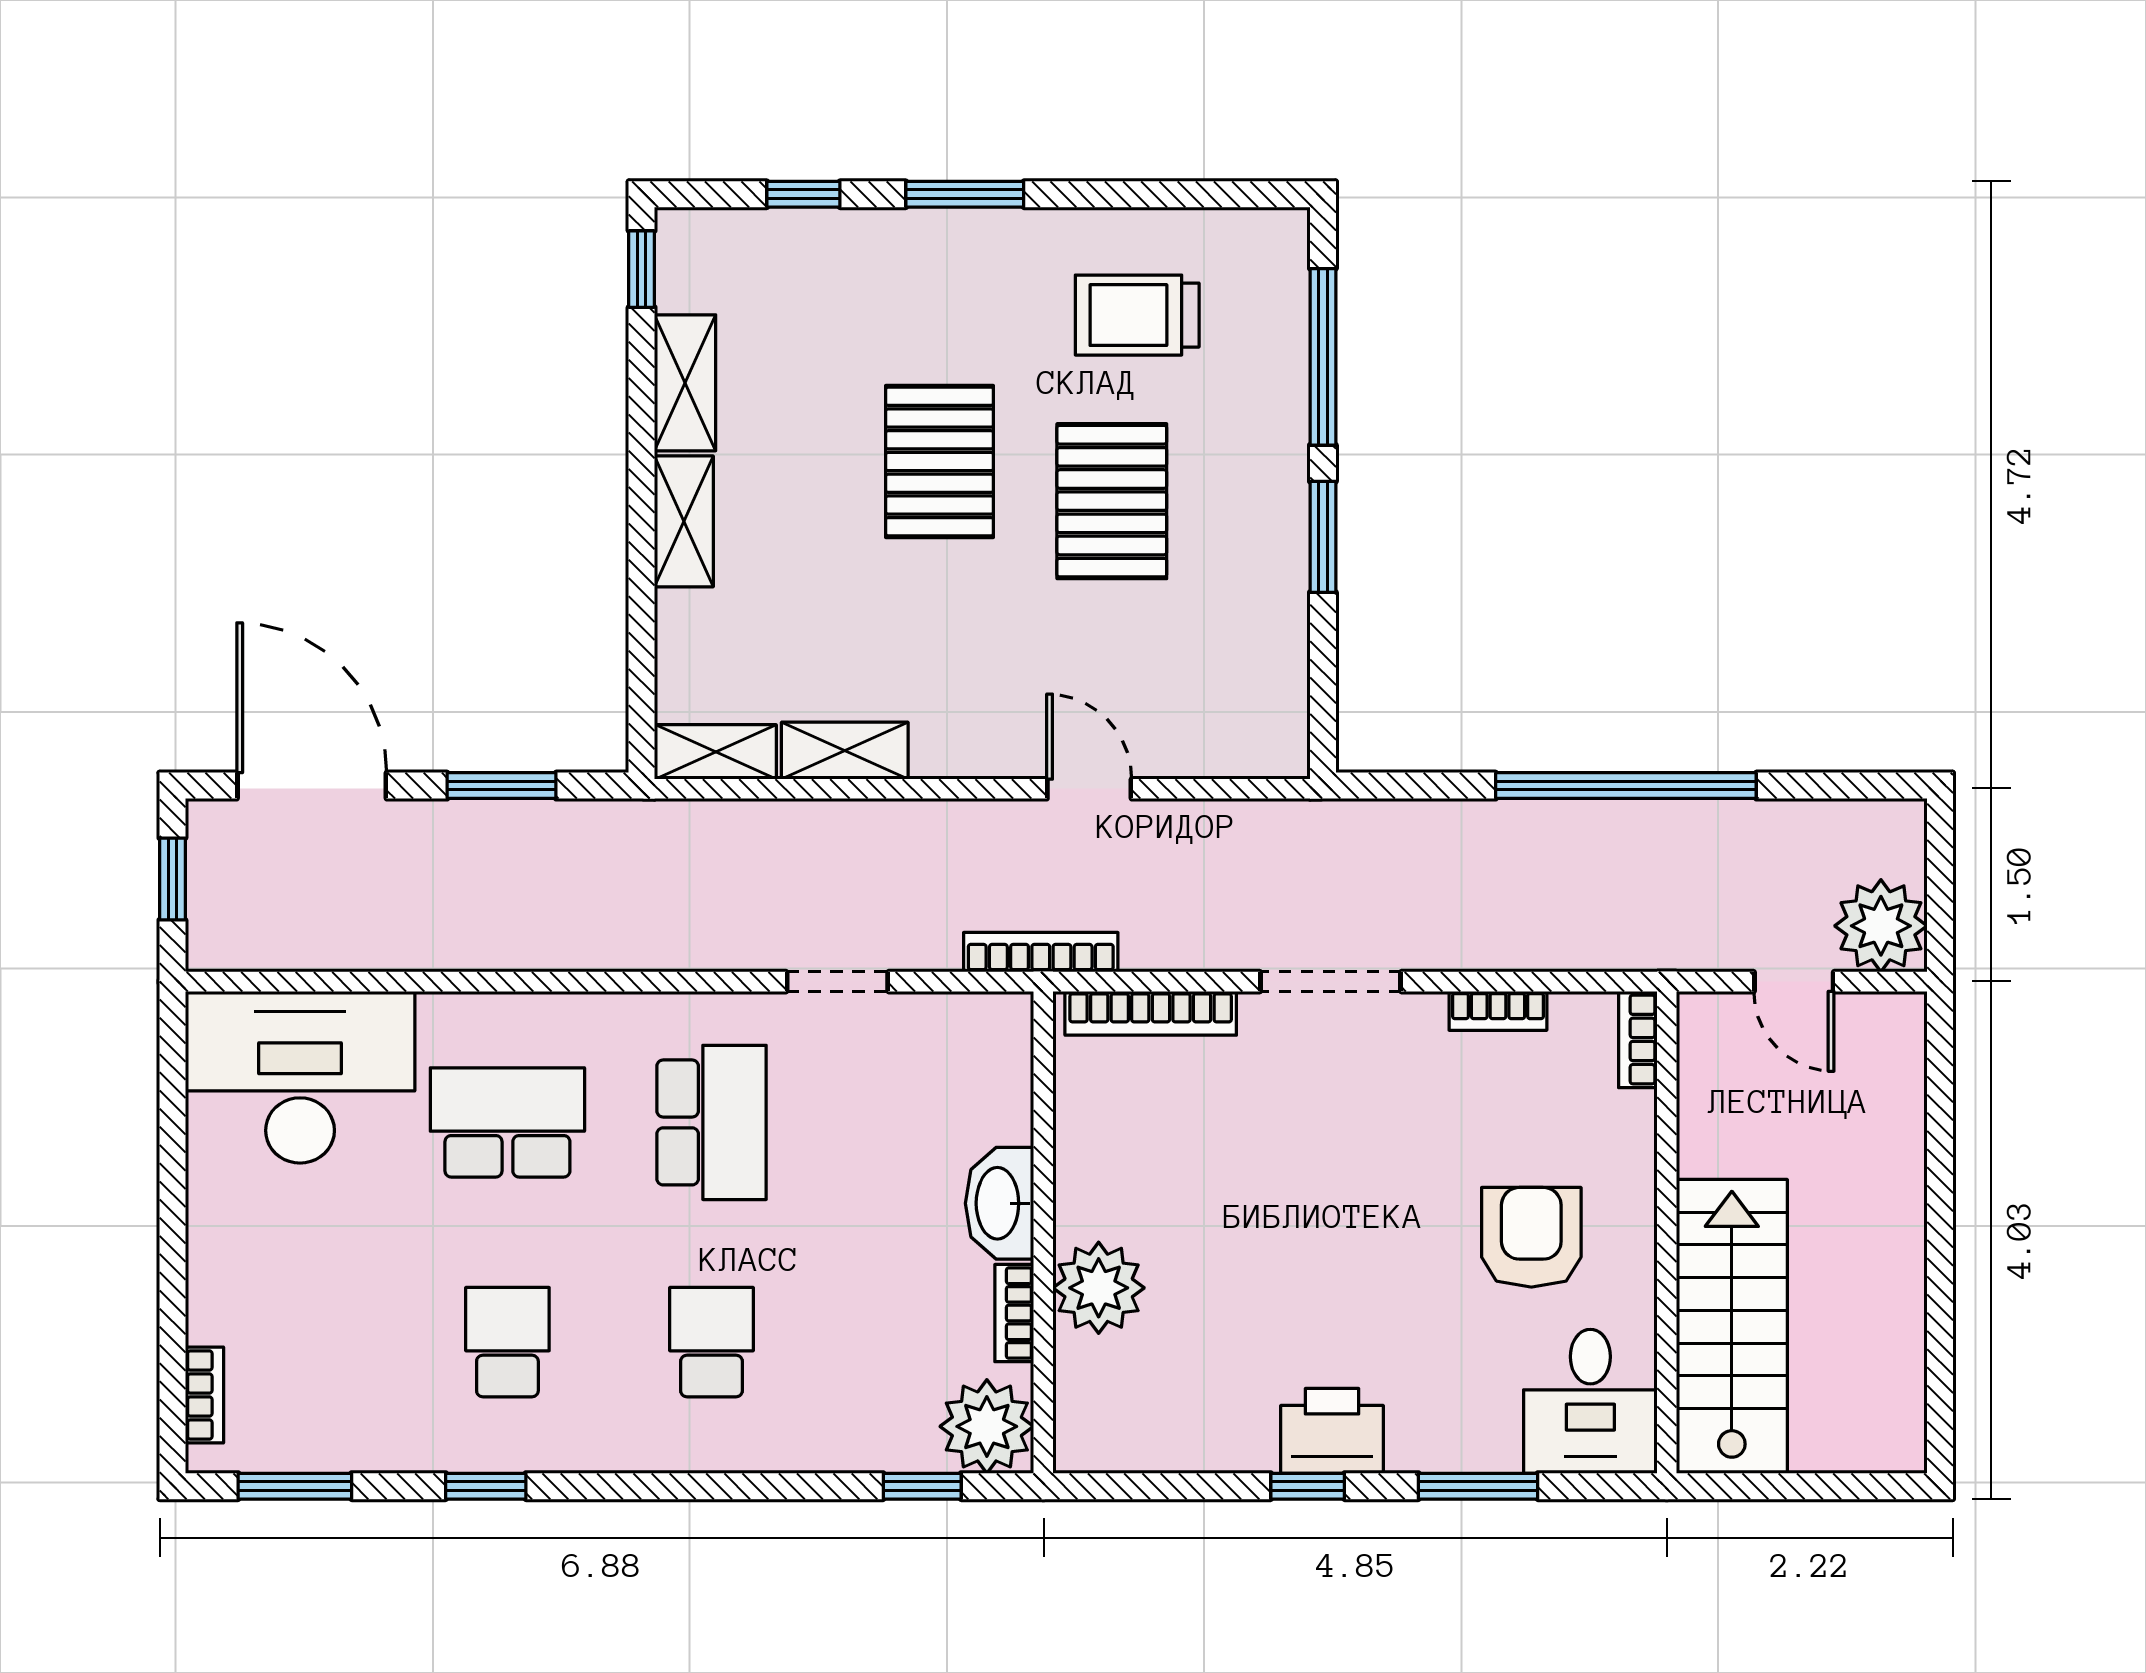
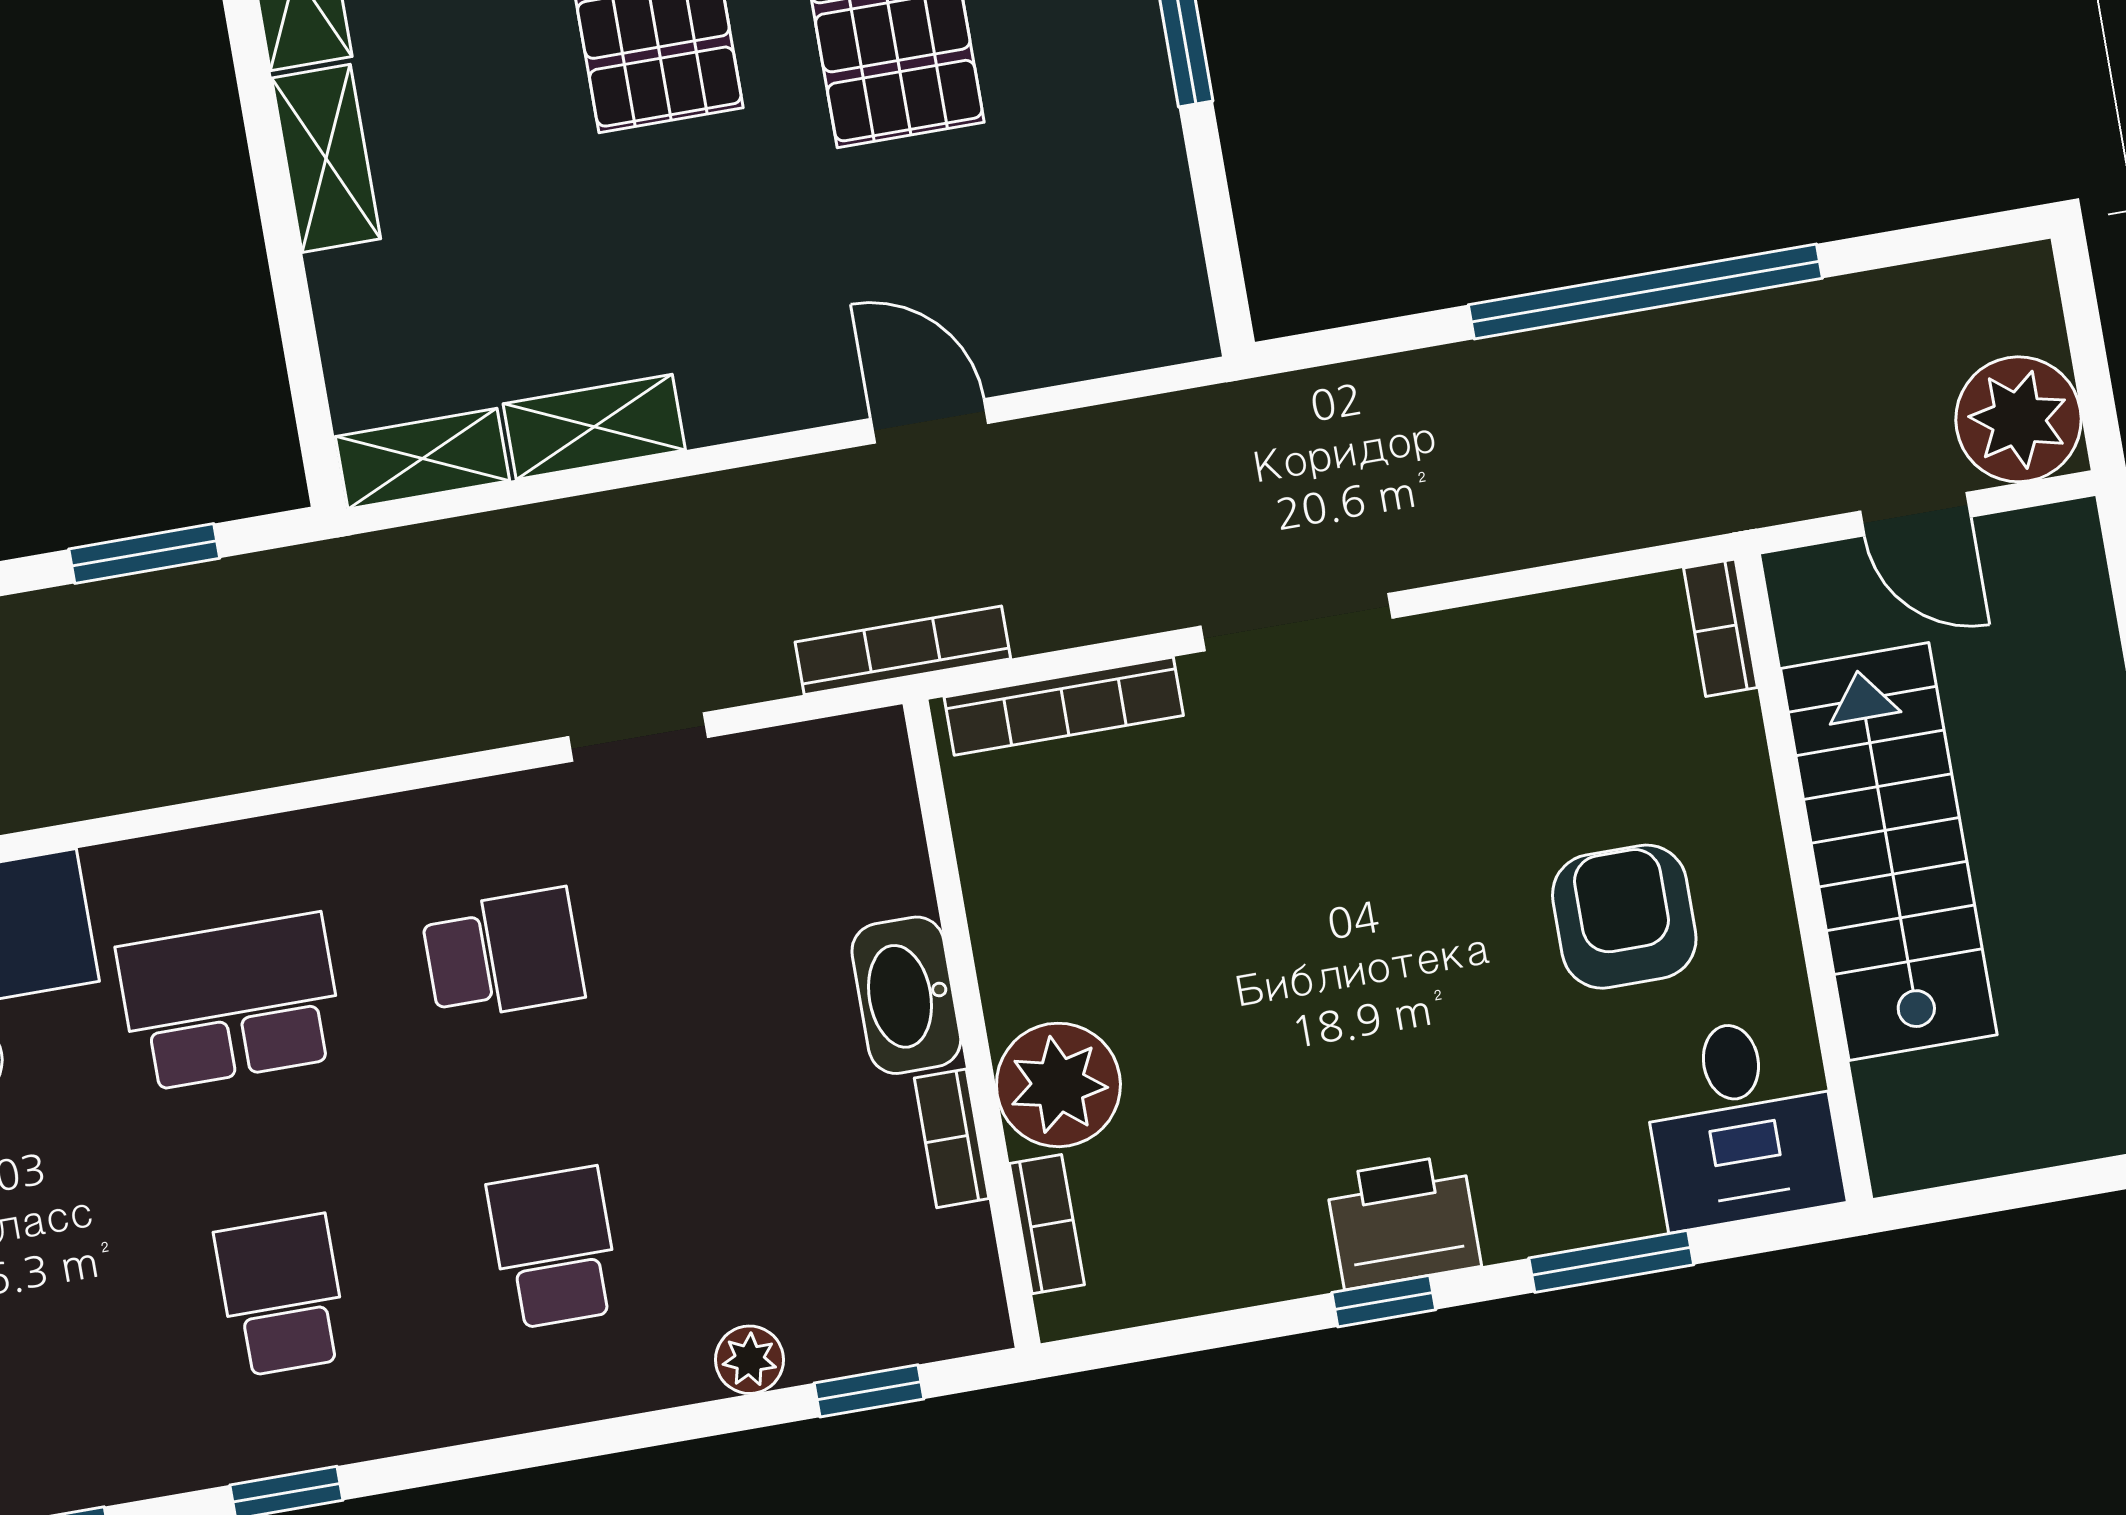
bookcase: (1498, 1011) -> (1047, 1224), moved, turned -90
school desk: (711, 1122) -> (503, 954), width x0.54
stairs: (1732, 1326) -> (1889, 852), moved
plant: (987, 1426) -> (749, 1360), moved, width x0.53, depth x0.53

